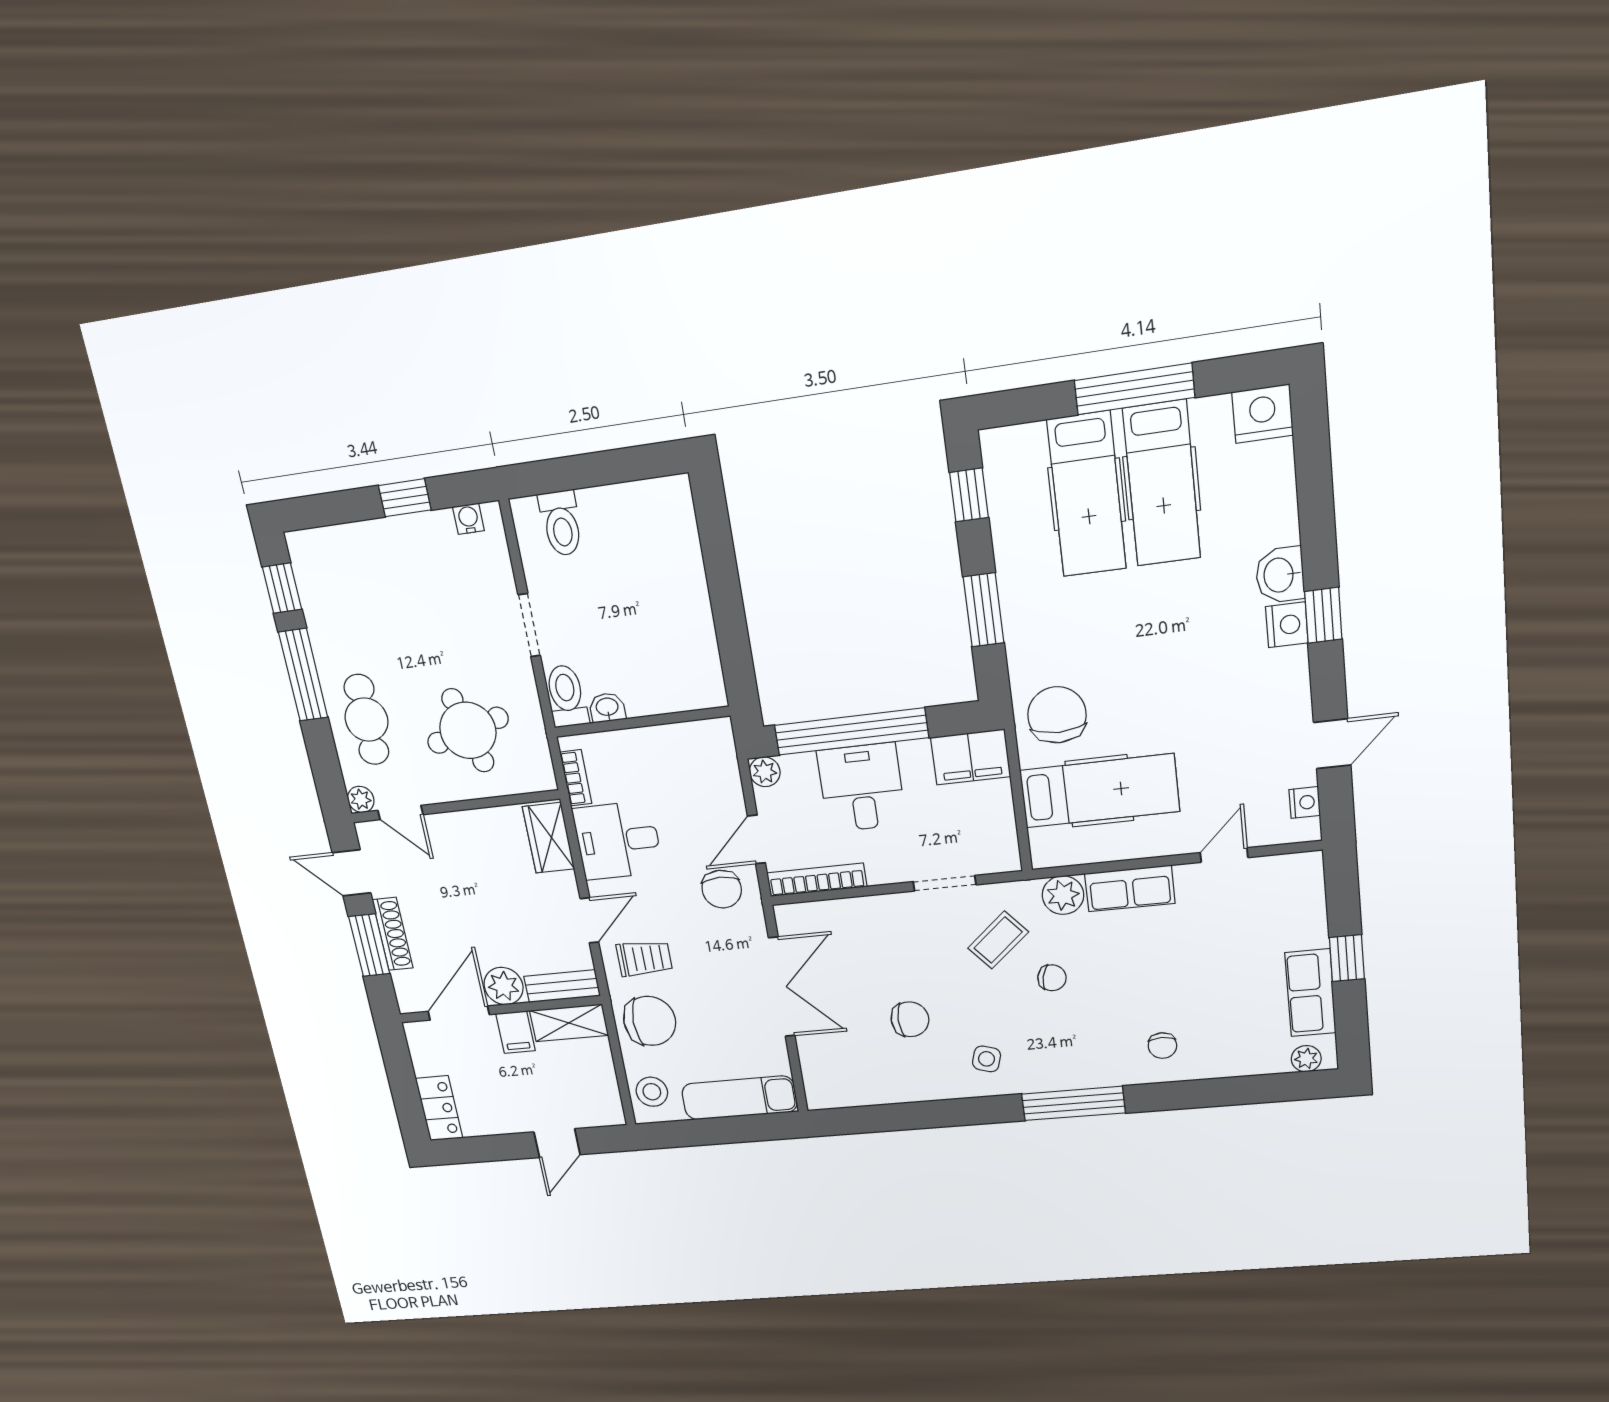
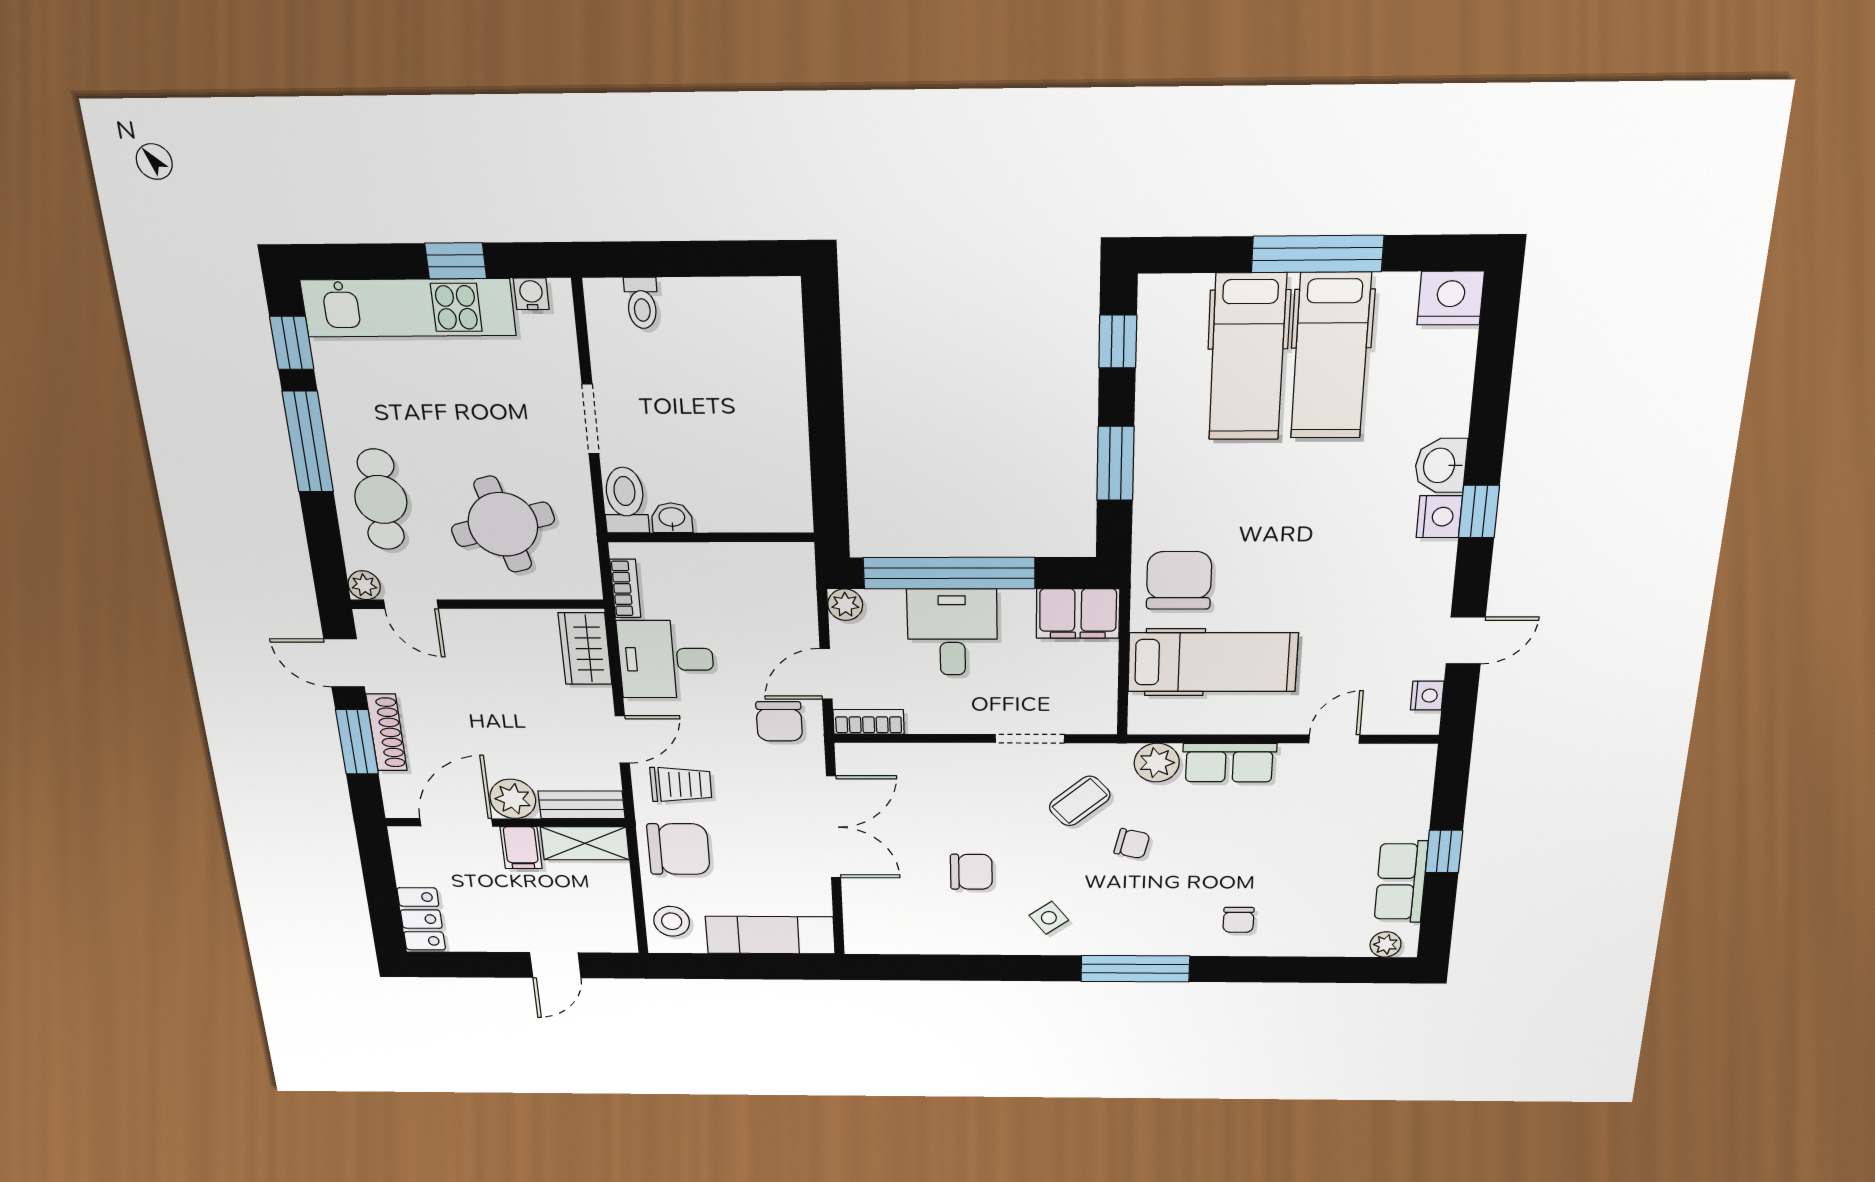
toilet: (561, 523) -> (642, 303), width x0.73, depth x0.72
kitchen unit: (371, 545) -> (408, 308), added
bookcase: (817, 880) -> (869, 722), width x0.64
side table: (987, 1059) -> (1049, 918), turned 36

